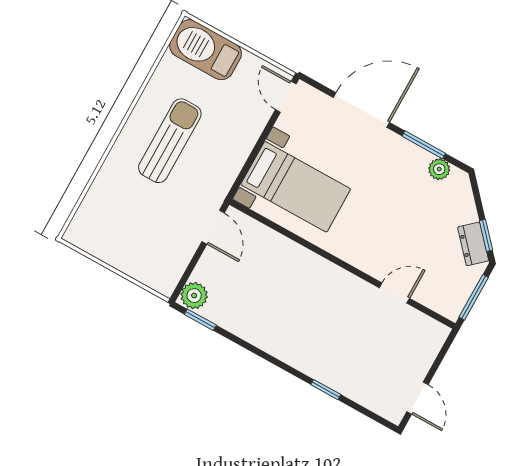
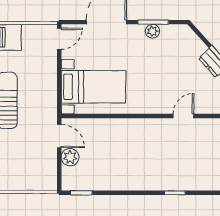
door: (286, 97) -> (59, 39), swing flipped
plant: (439, 169) -> (152, 31), moved
plant: (194, 296) -> (70, 157), moved

